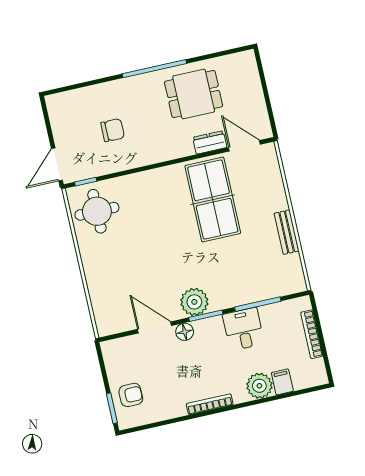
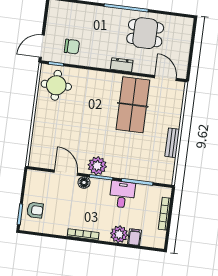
chair: (113, 130) -> (72, 47), moved
dresser: (210, 142) -> (122, 65), moved

